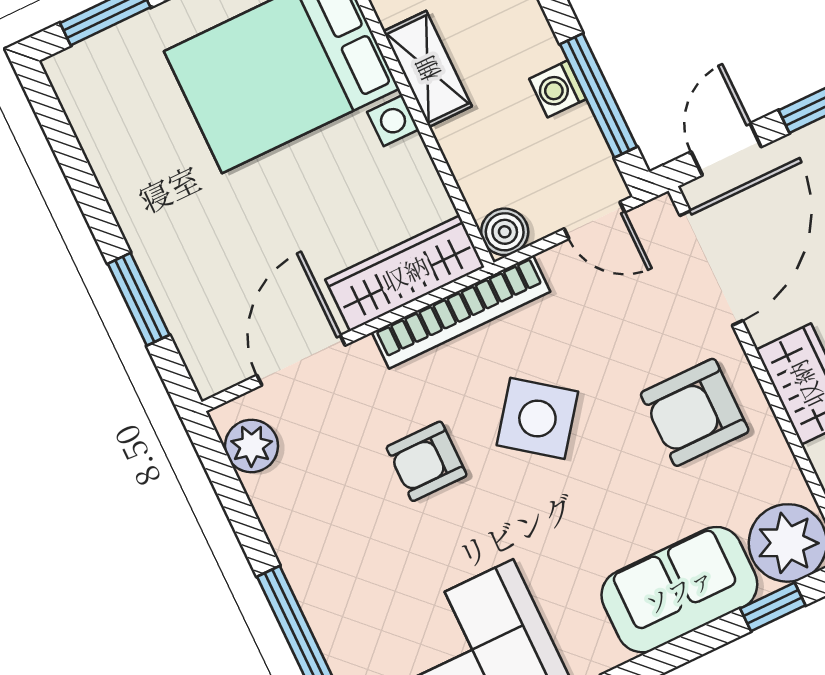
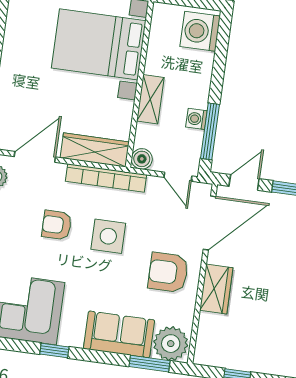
shelving: (427, 69) -> (150, 99), moved
side table: (537, 418) -> (108, 236), turned -37
window: (773, 607) -> (149, 364), width x1.50

